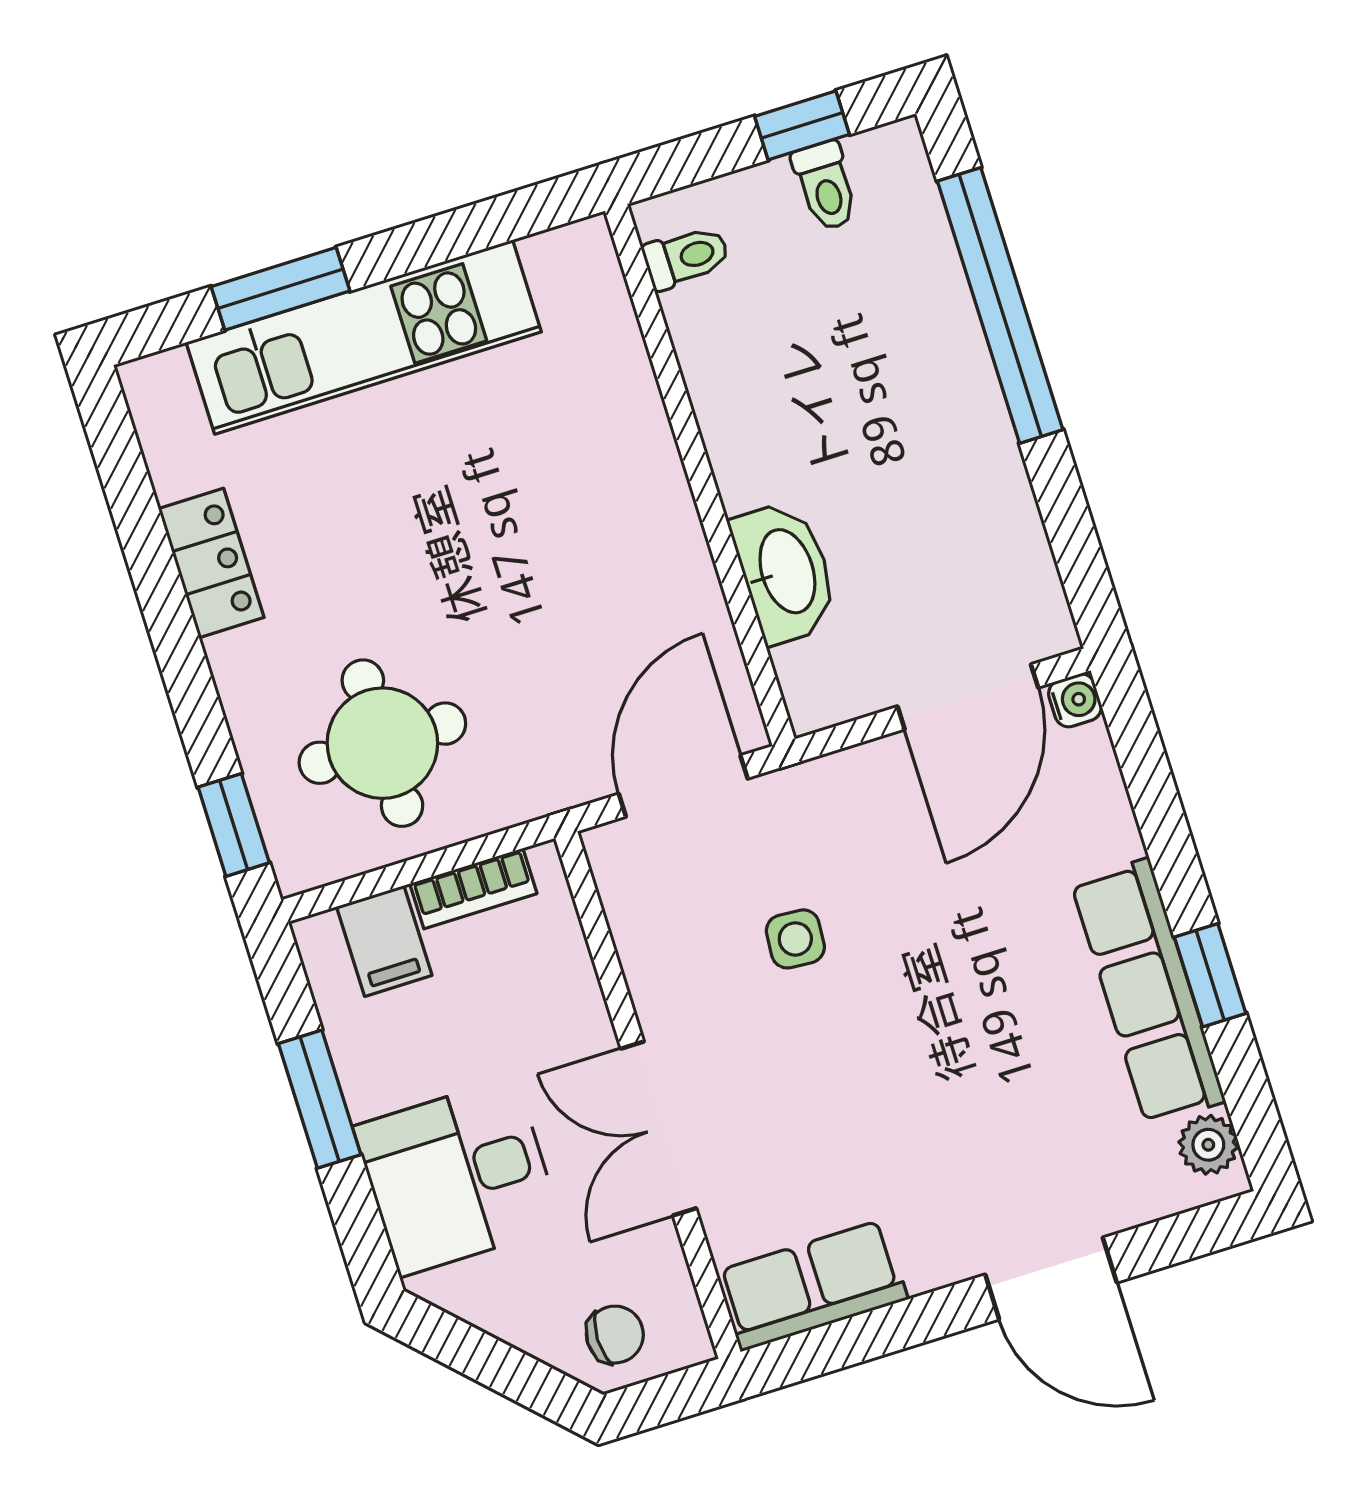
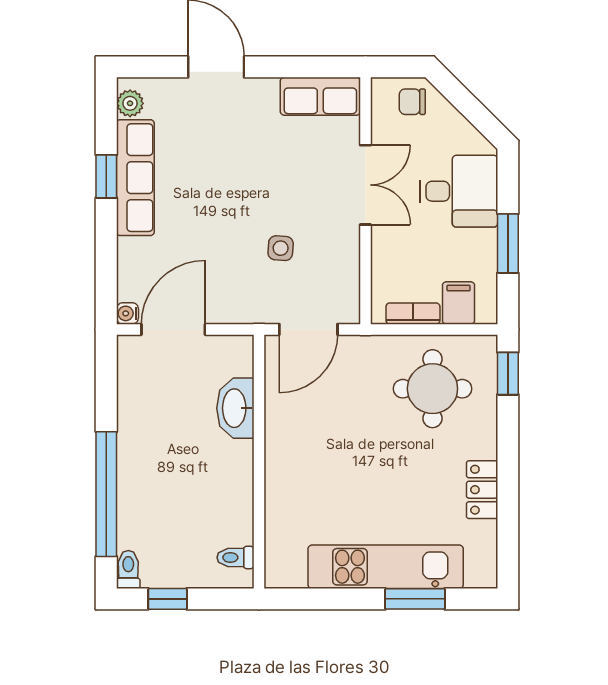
toilet: (825, 186) -> (128, 569), moved

